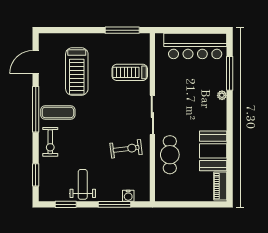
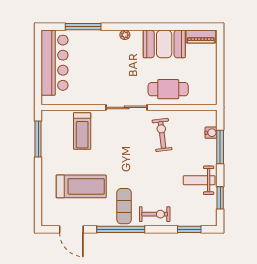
plant: (222, 95) -> (125, 35), moved

